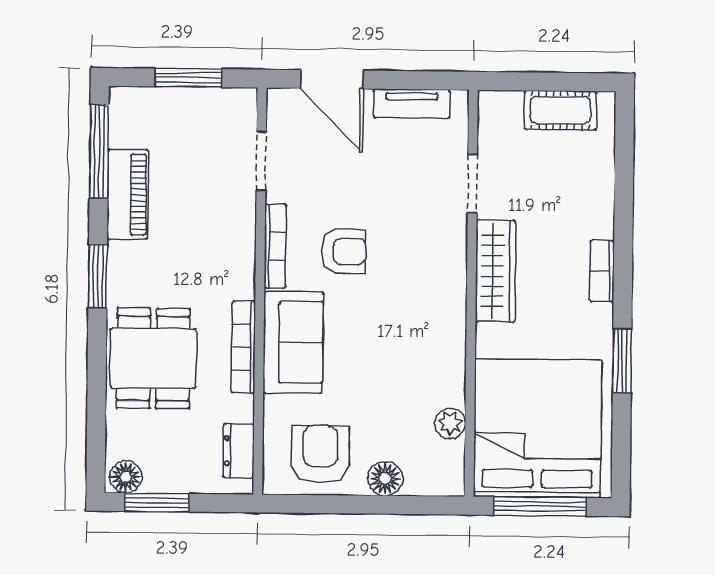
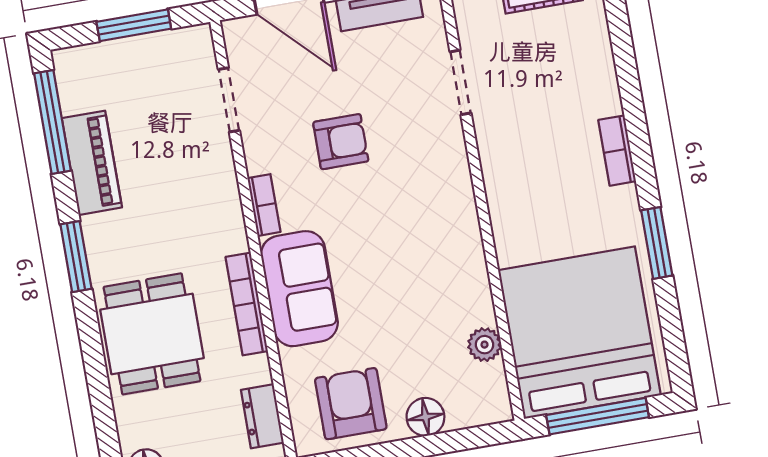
bookcase: (275, 246) -> (264, 205), width x0.64
armchair: (344, 251) -> (341, 142), moved
wardrobe: (496, 271) -> (503, 172), removed

